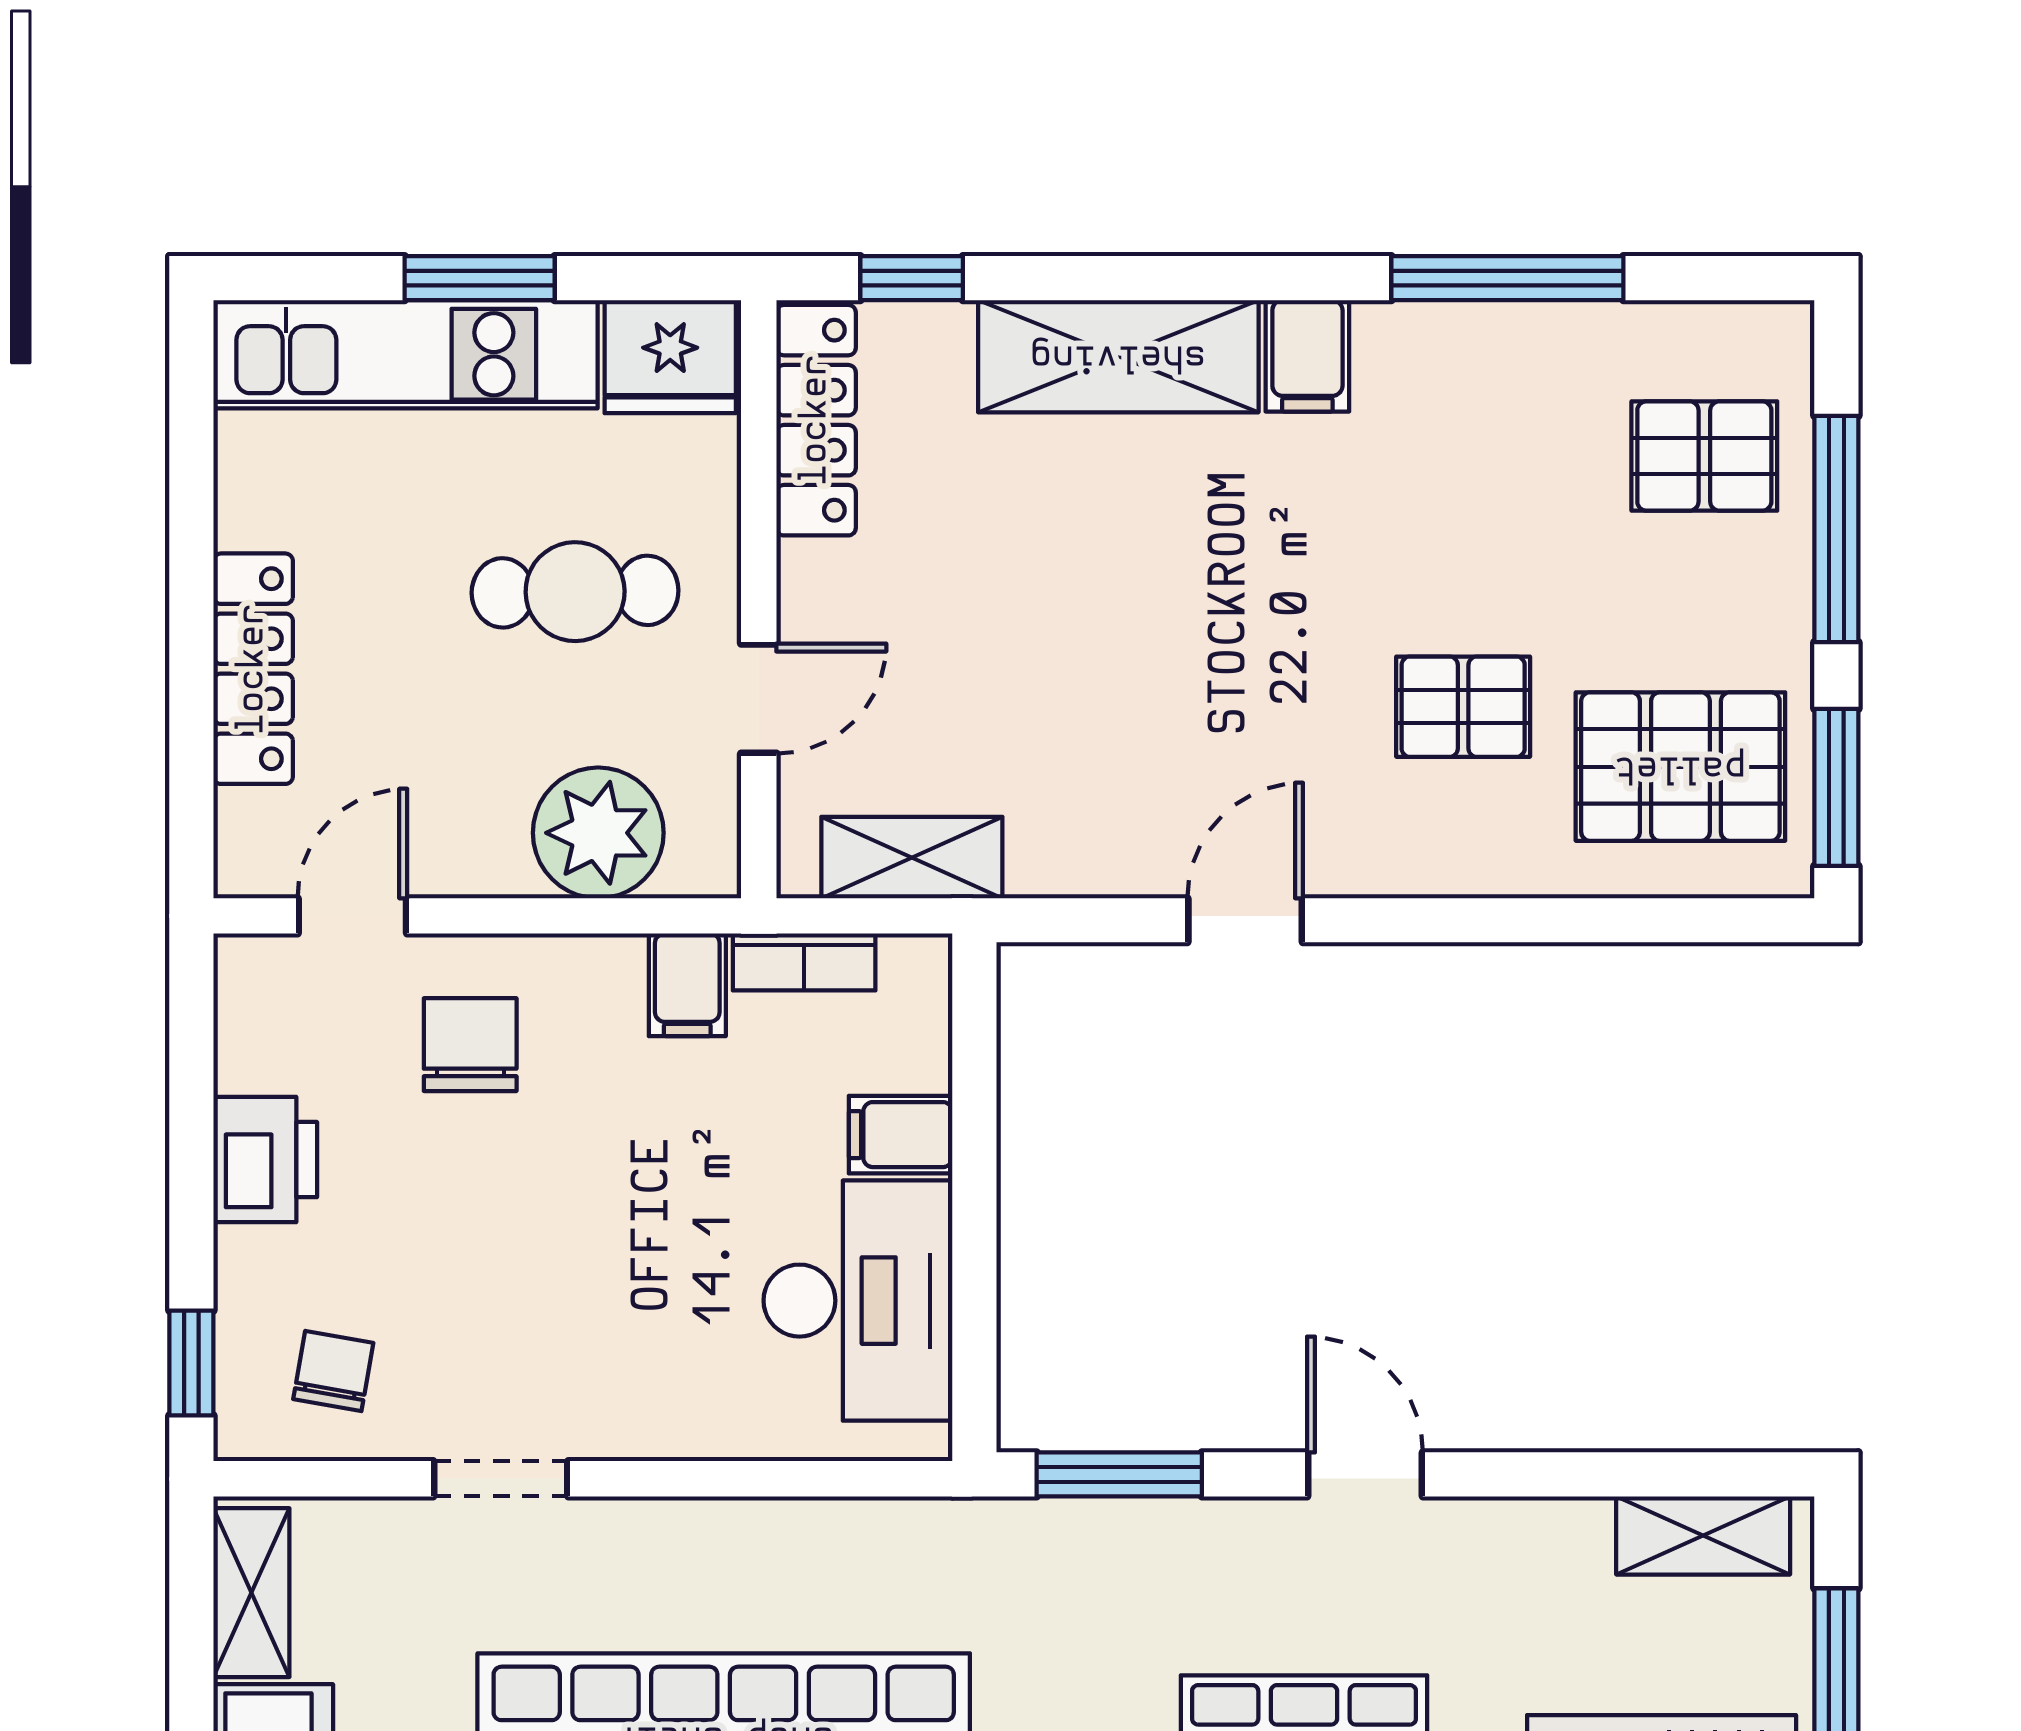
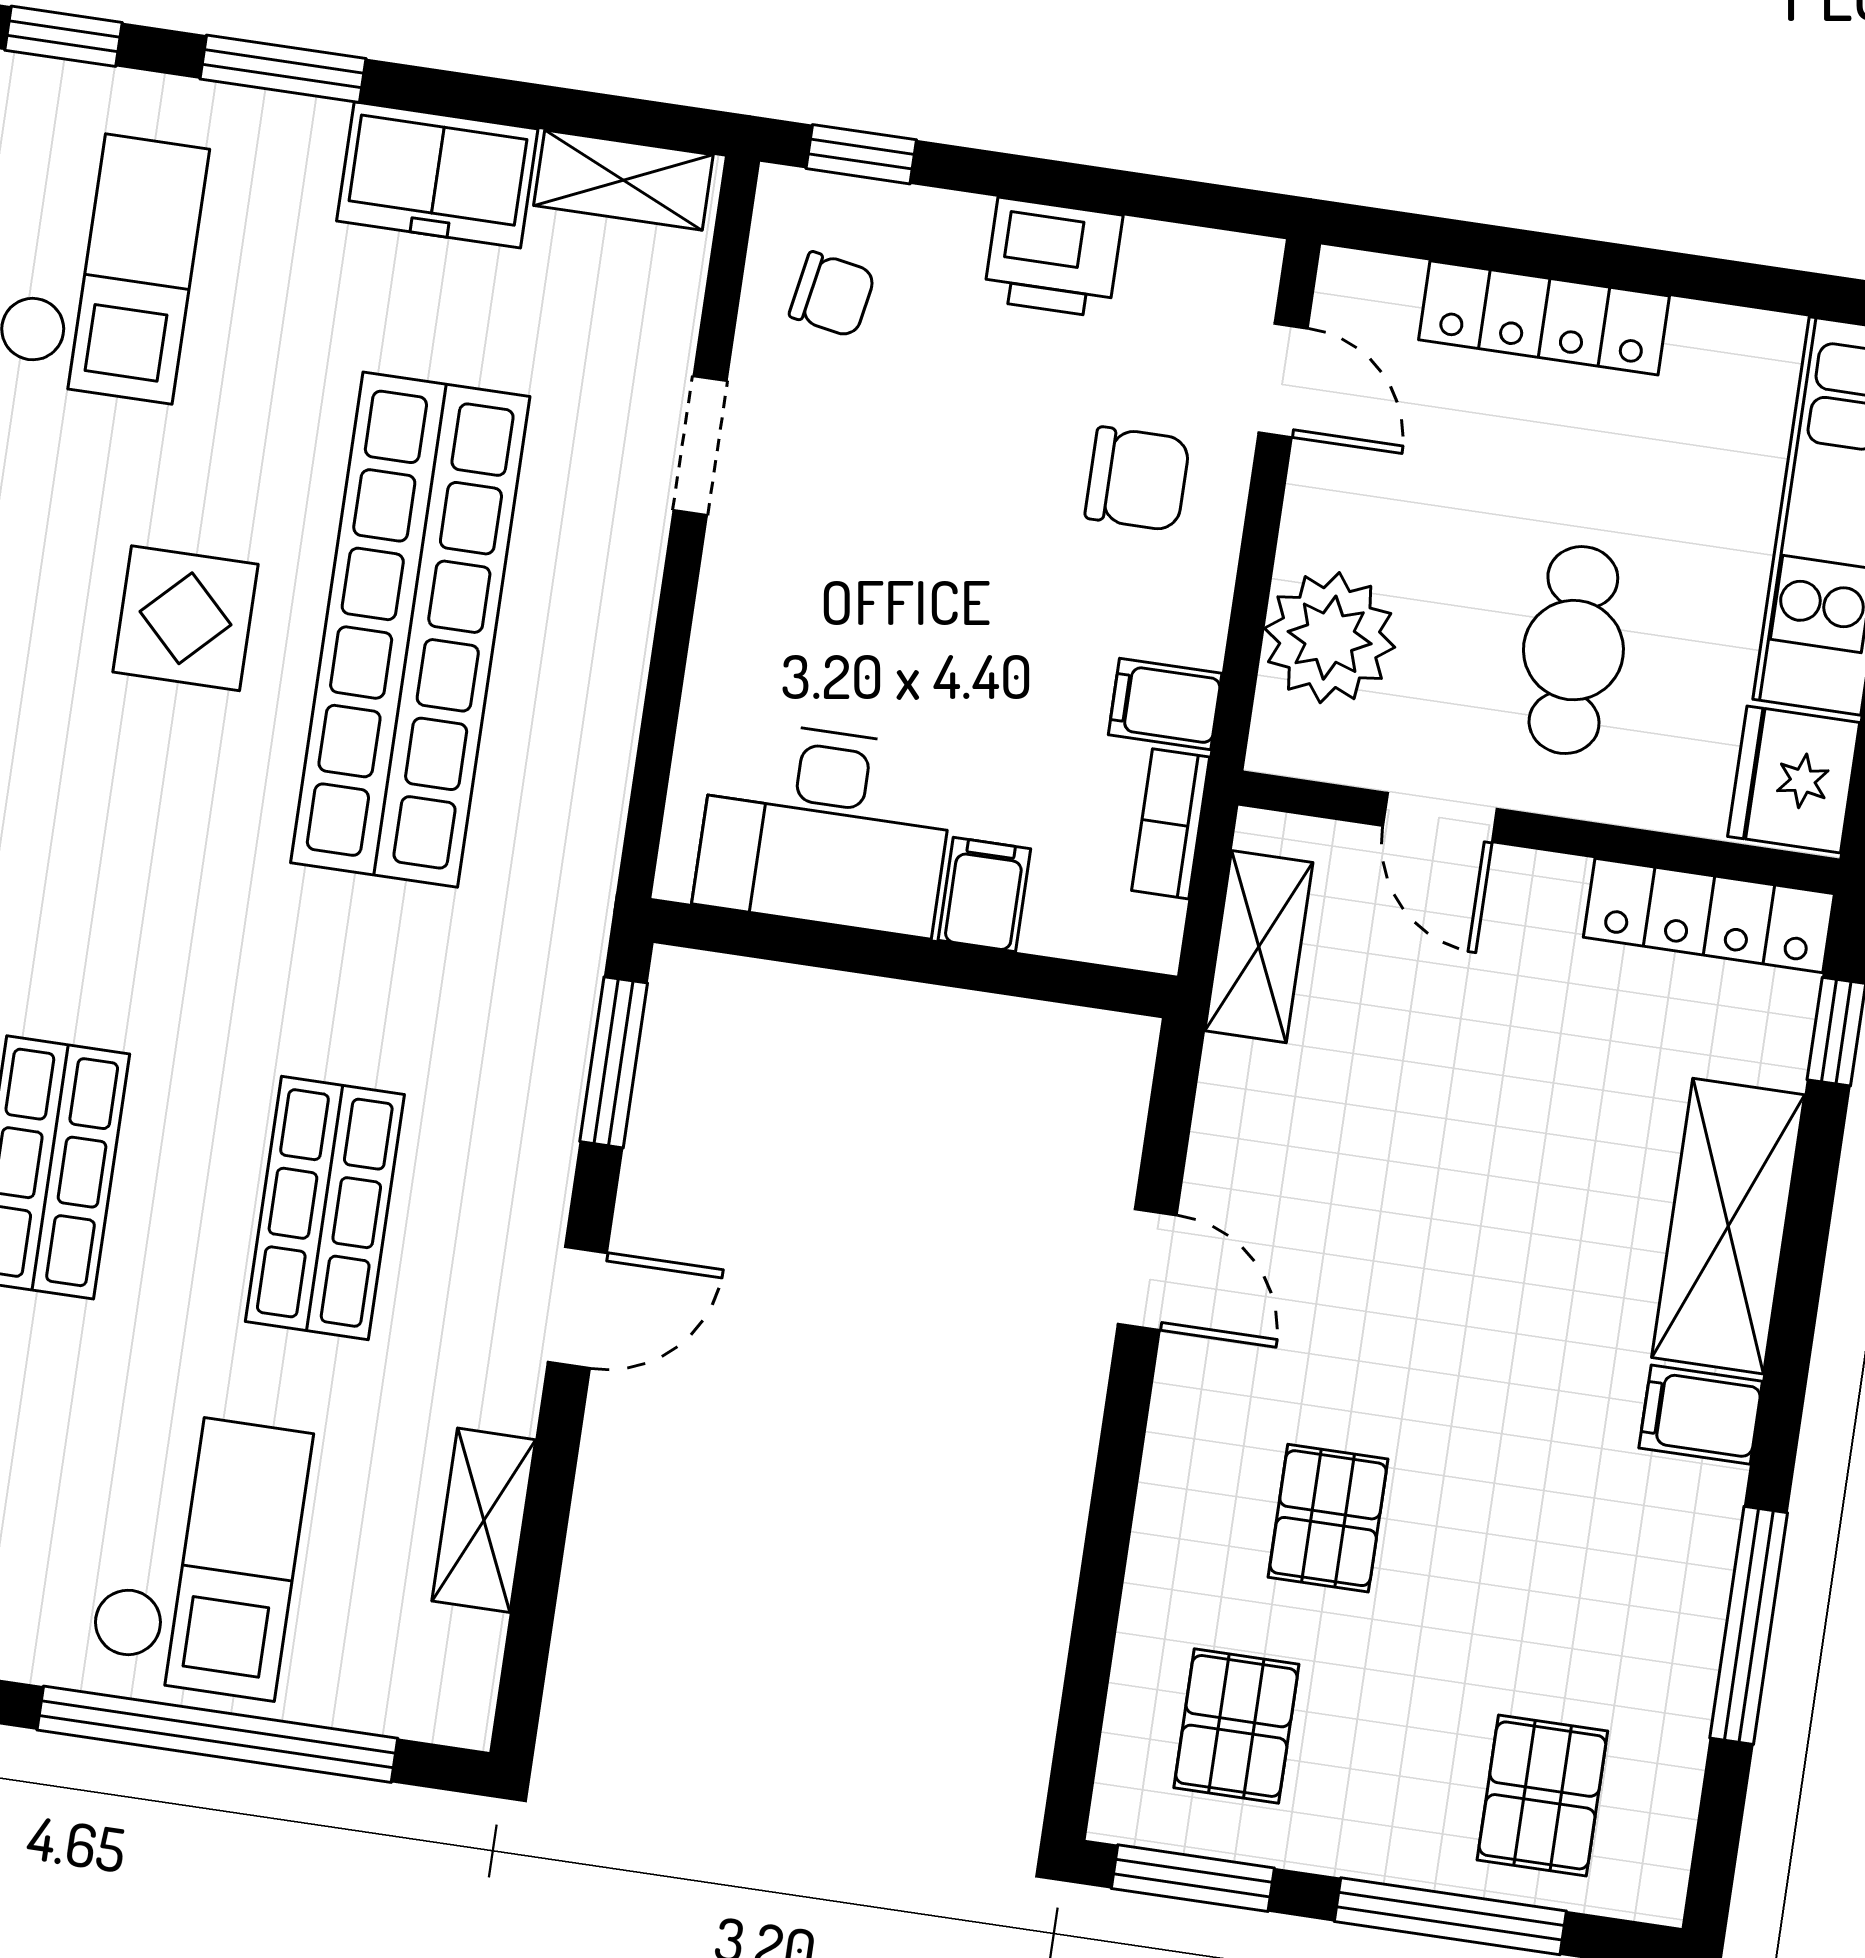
pallet: (1680, 767) -> (1236, 1726), width x0.67, depth x0.71
shelving: (1703, 1536) -> (484, 1520), moved

